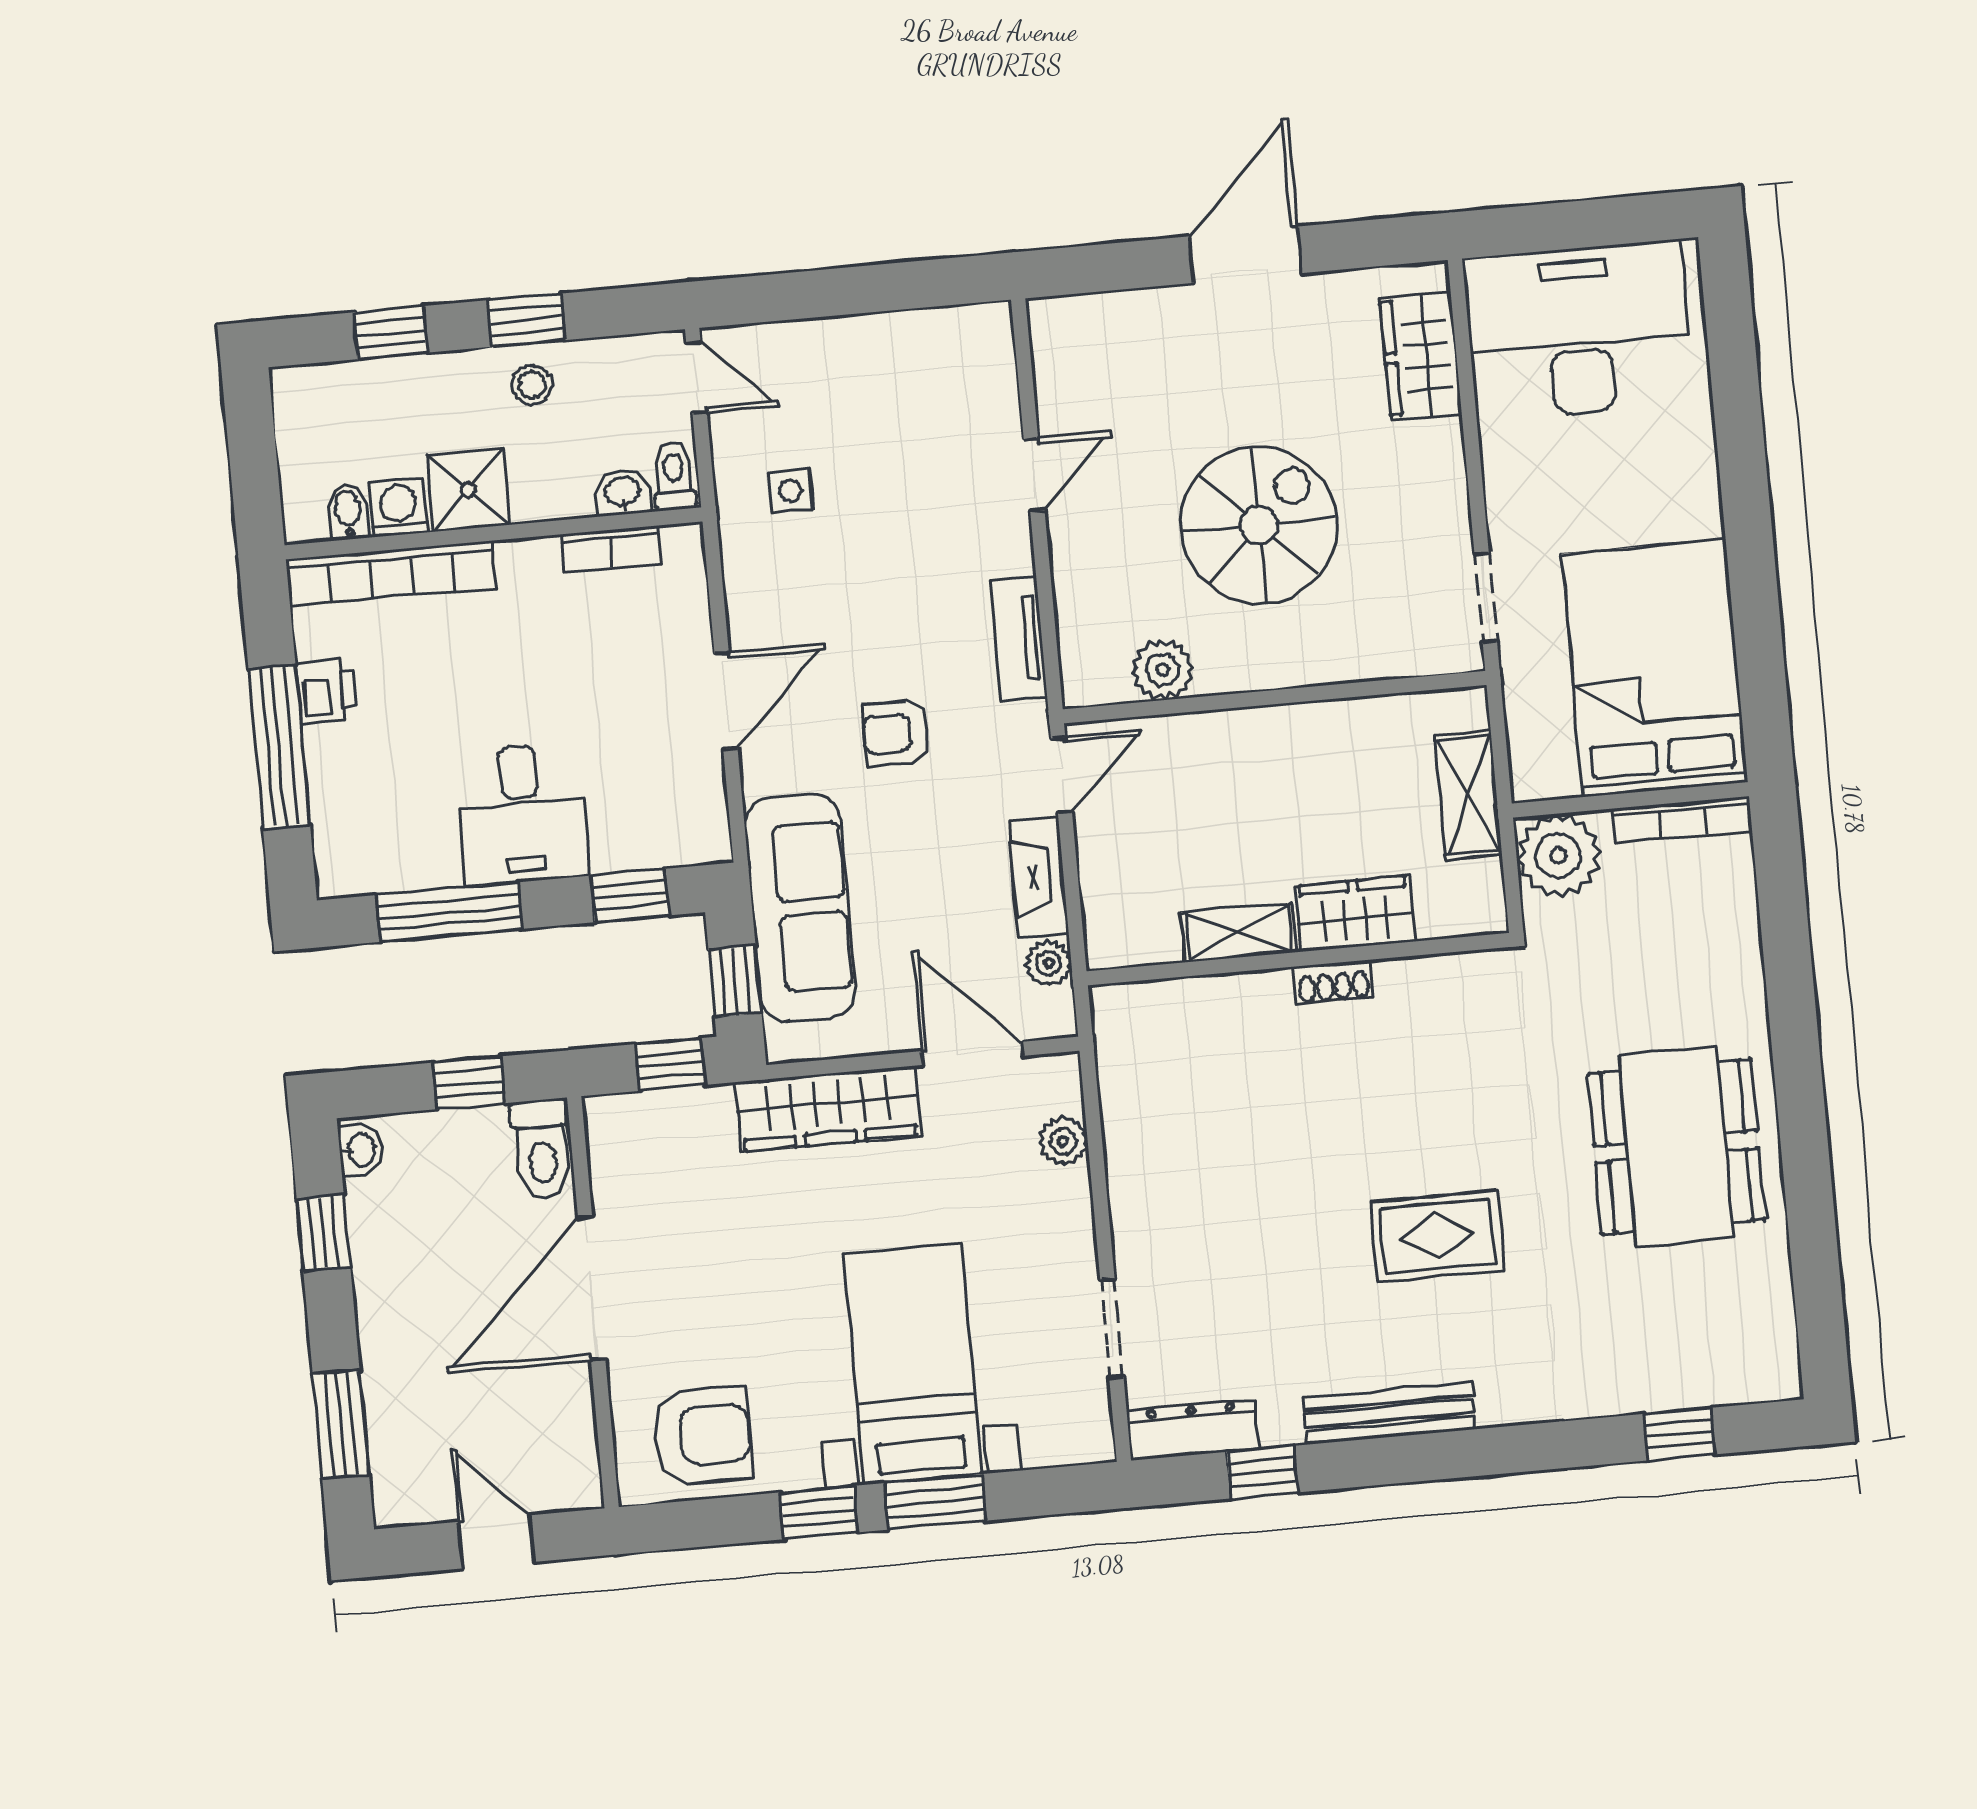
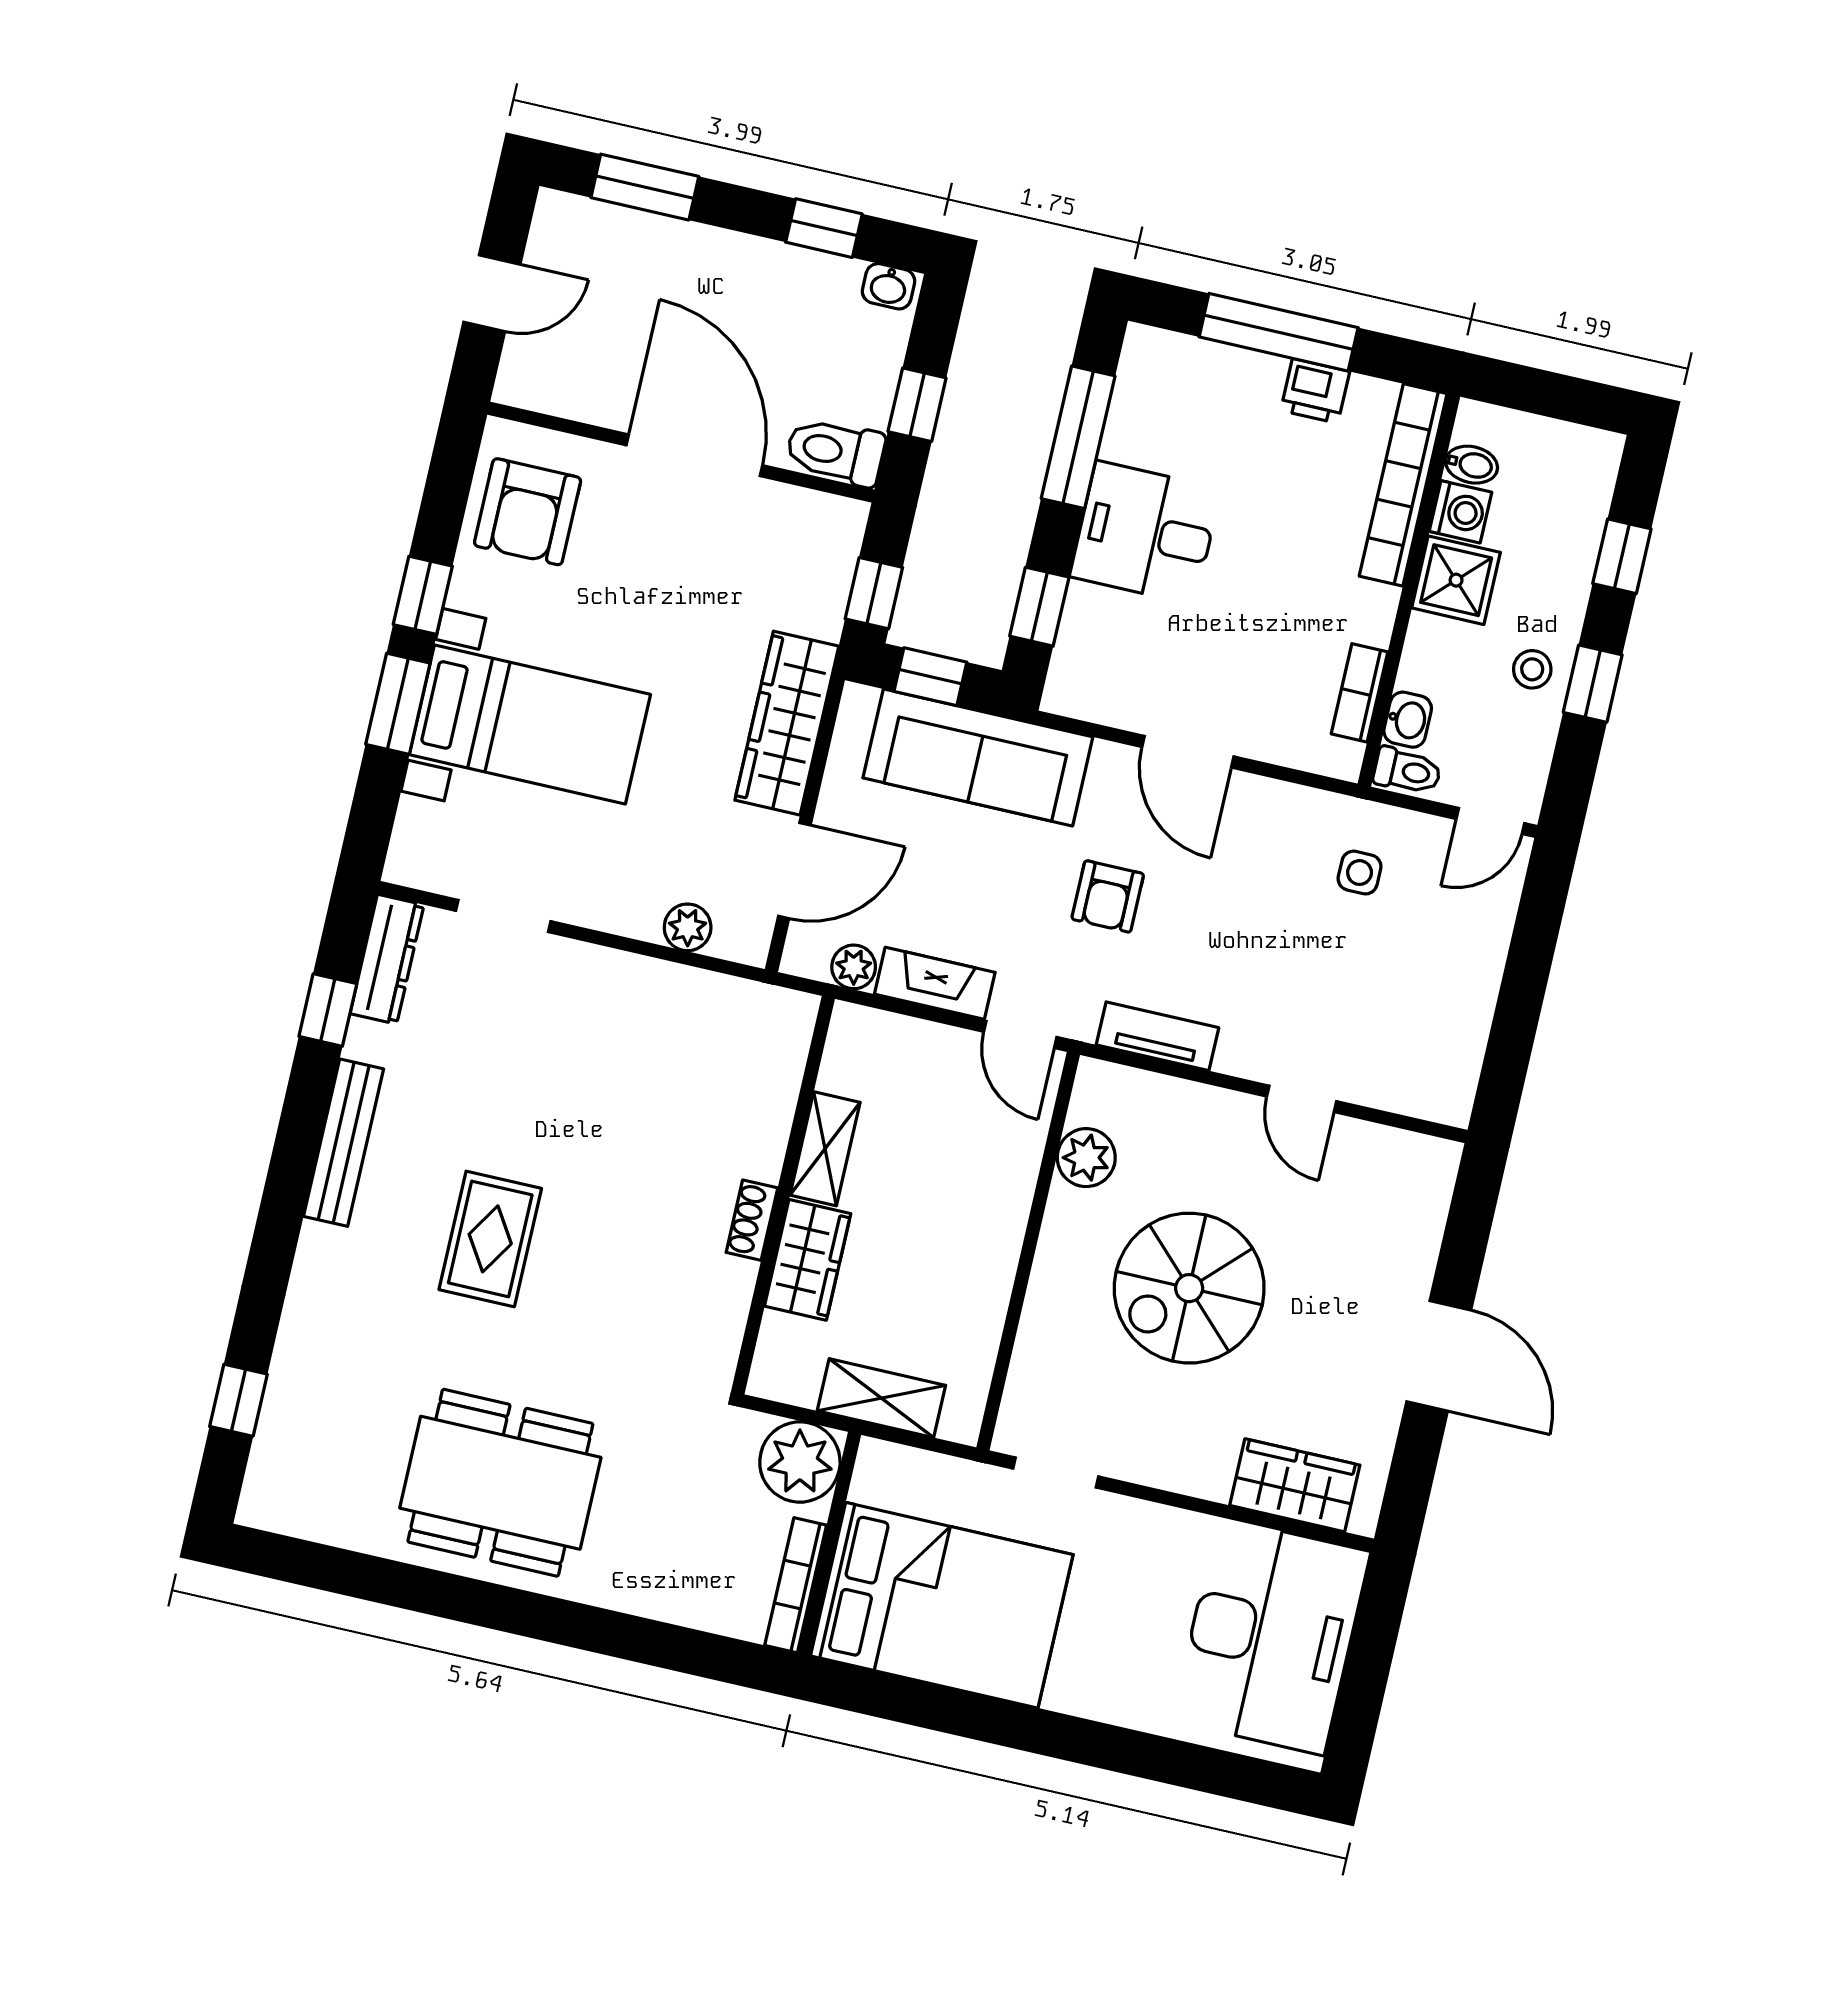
spiral stairs: (1259, 525) -> (1189, 1288), turned 90
armchair: (896, 733) -> (1108, 896), turned 180

